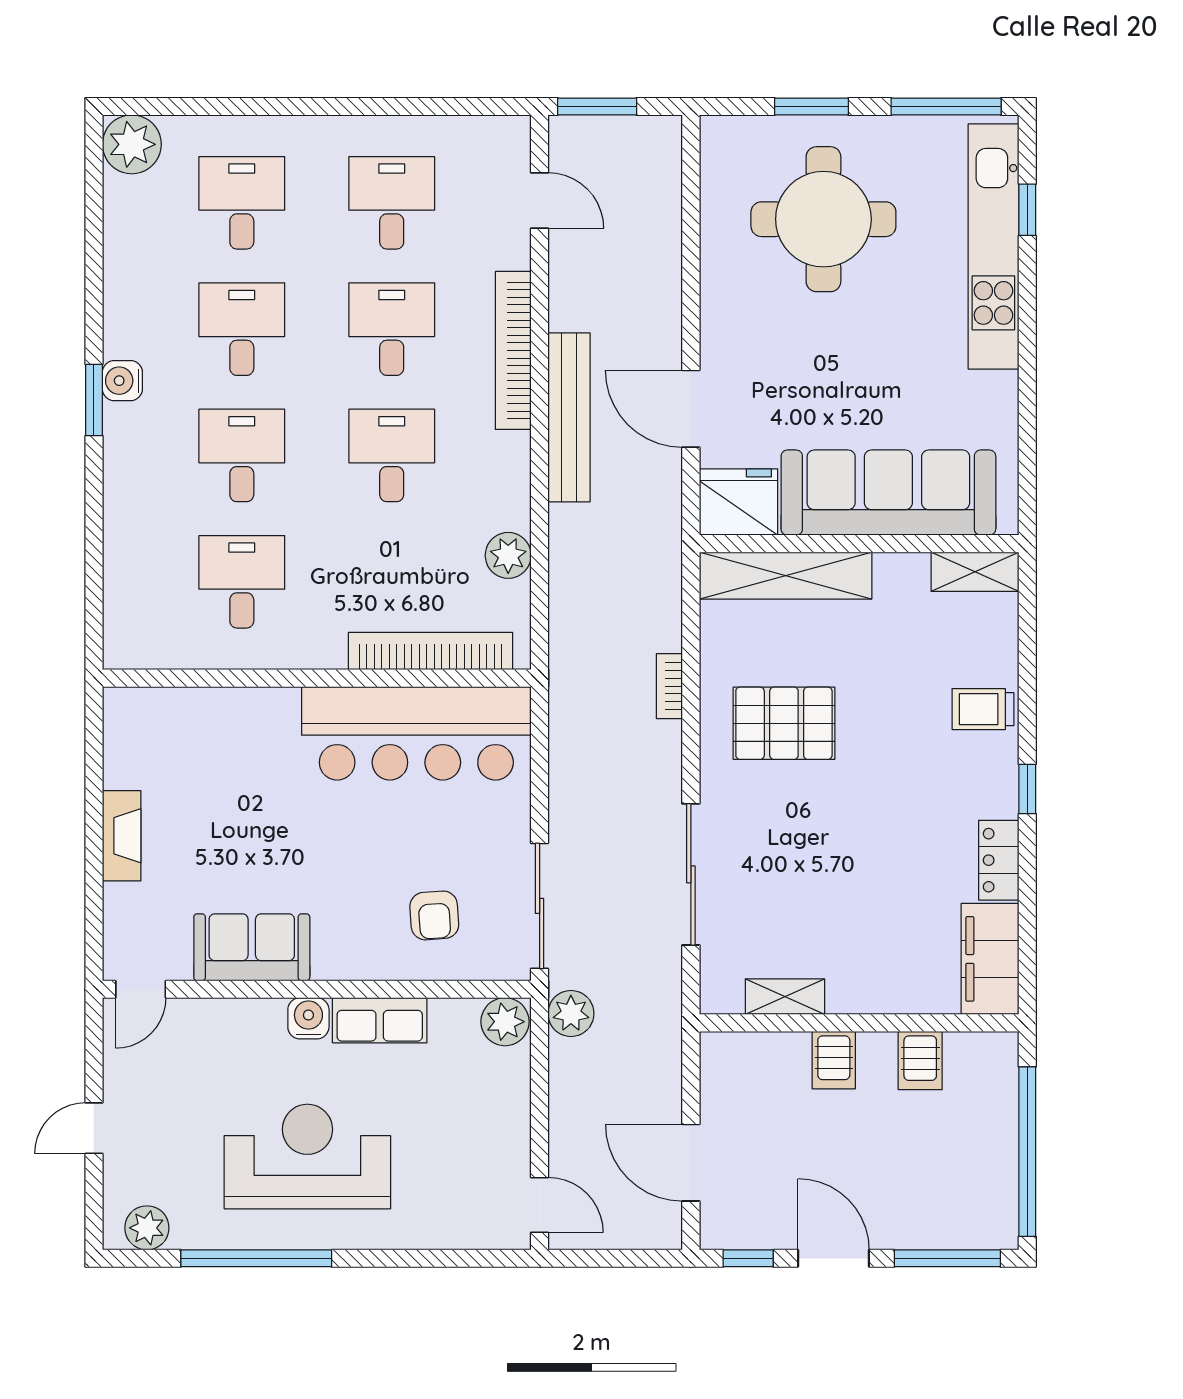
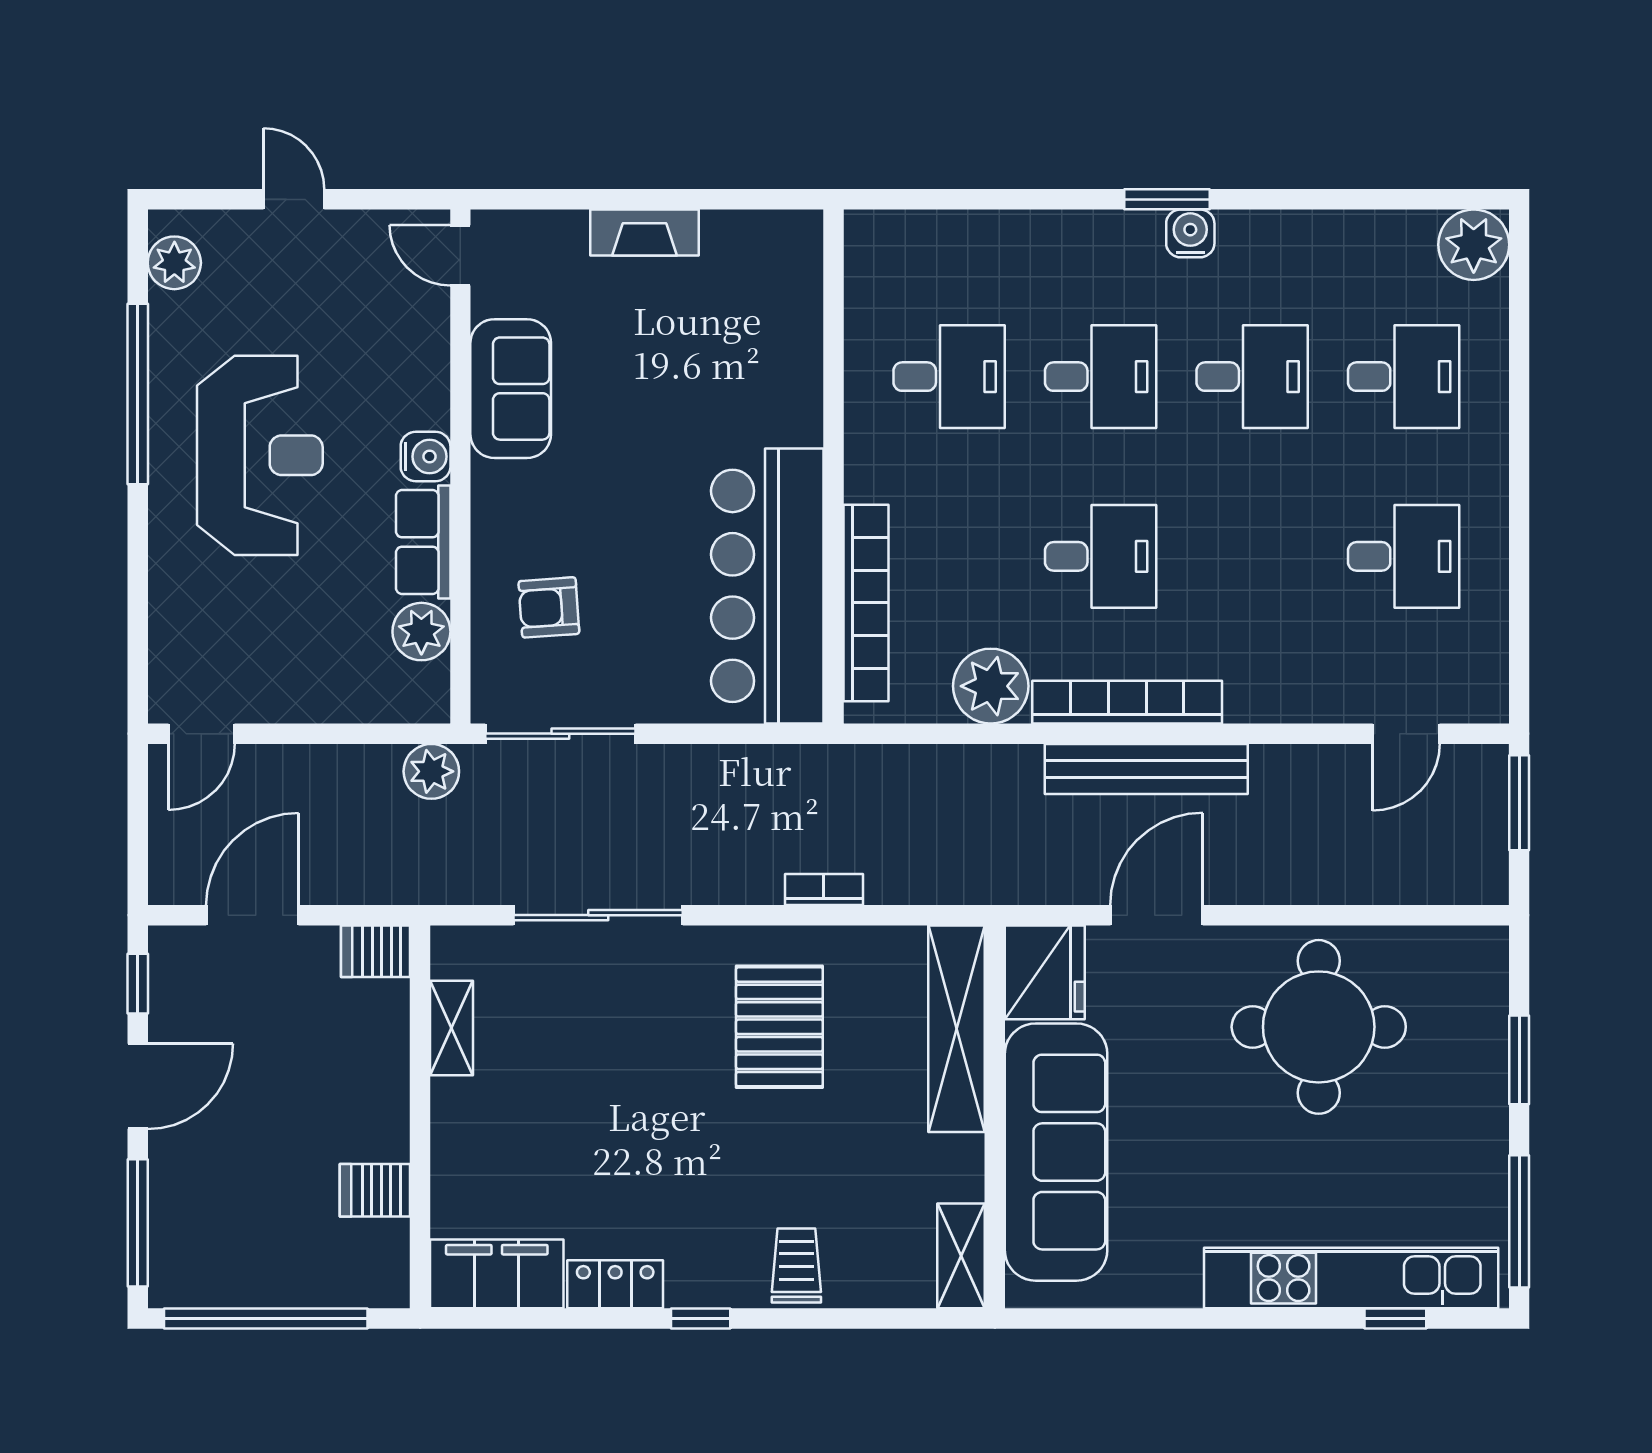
round table: (823, 219) -> (1319, 1027), moved
desk: (392, 329) -> (1252, 556), removed
bookcase: (513, 350) -> (1127, 702), moved
plant: (508, 555) -> (991, 686), width x1.36, depth x1.36
plant: (505, 1022) -> (421, 632), moved
server rack: (834, 1060) -> (376, 951), moved

